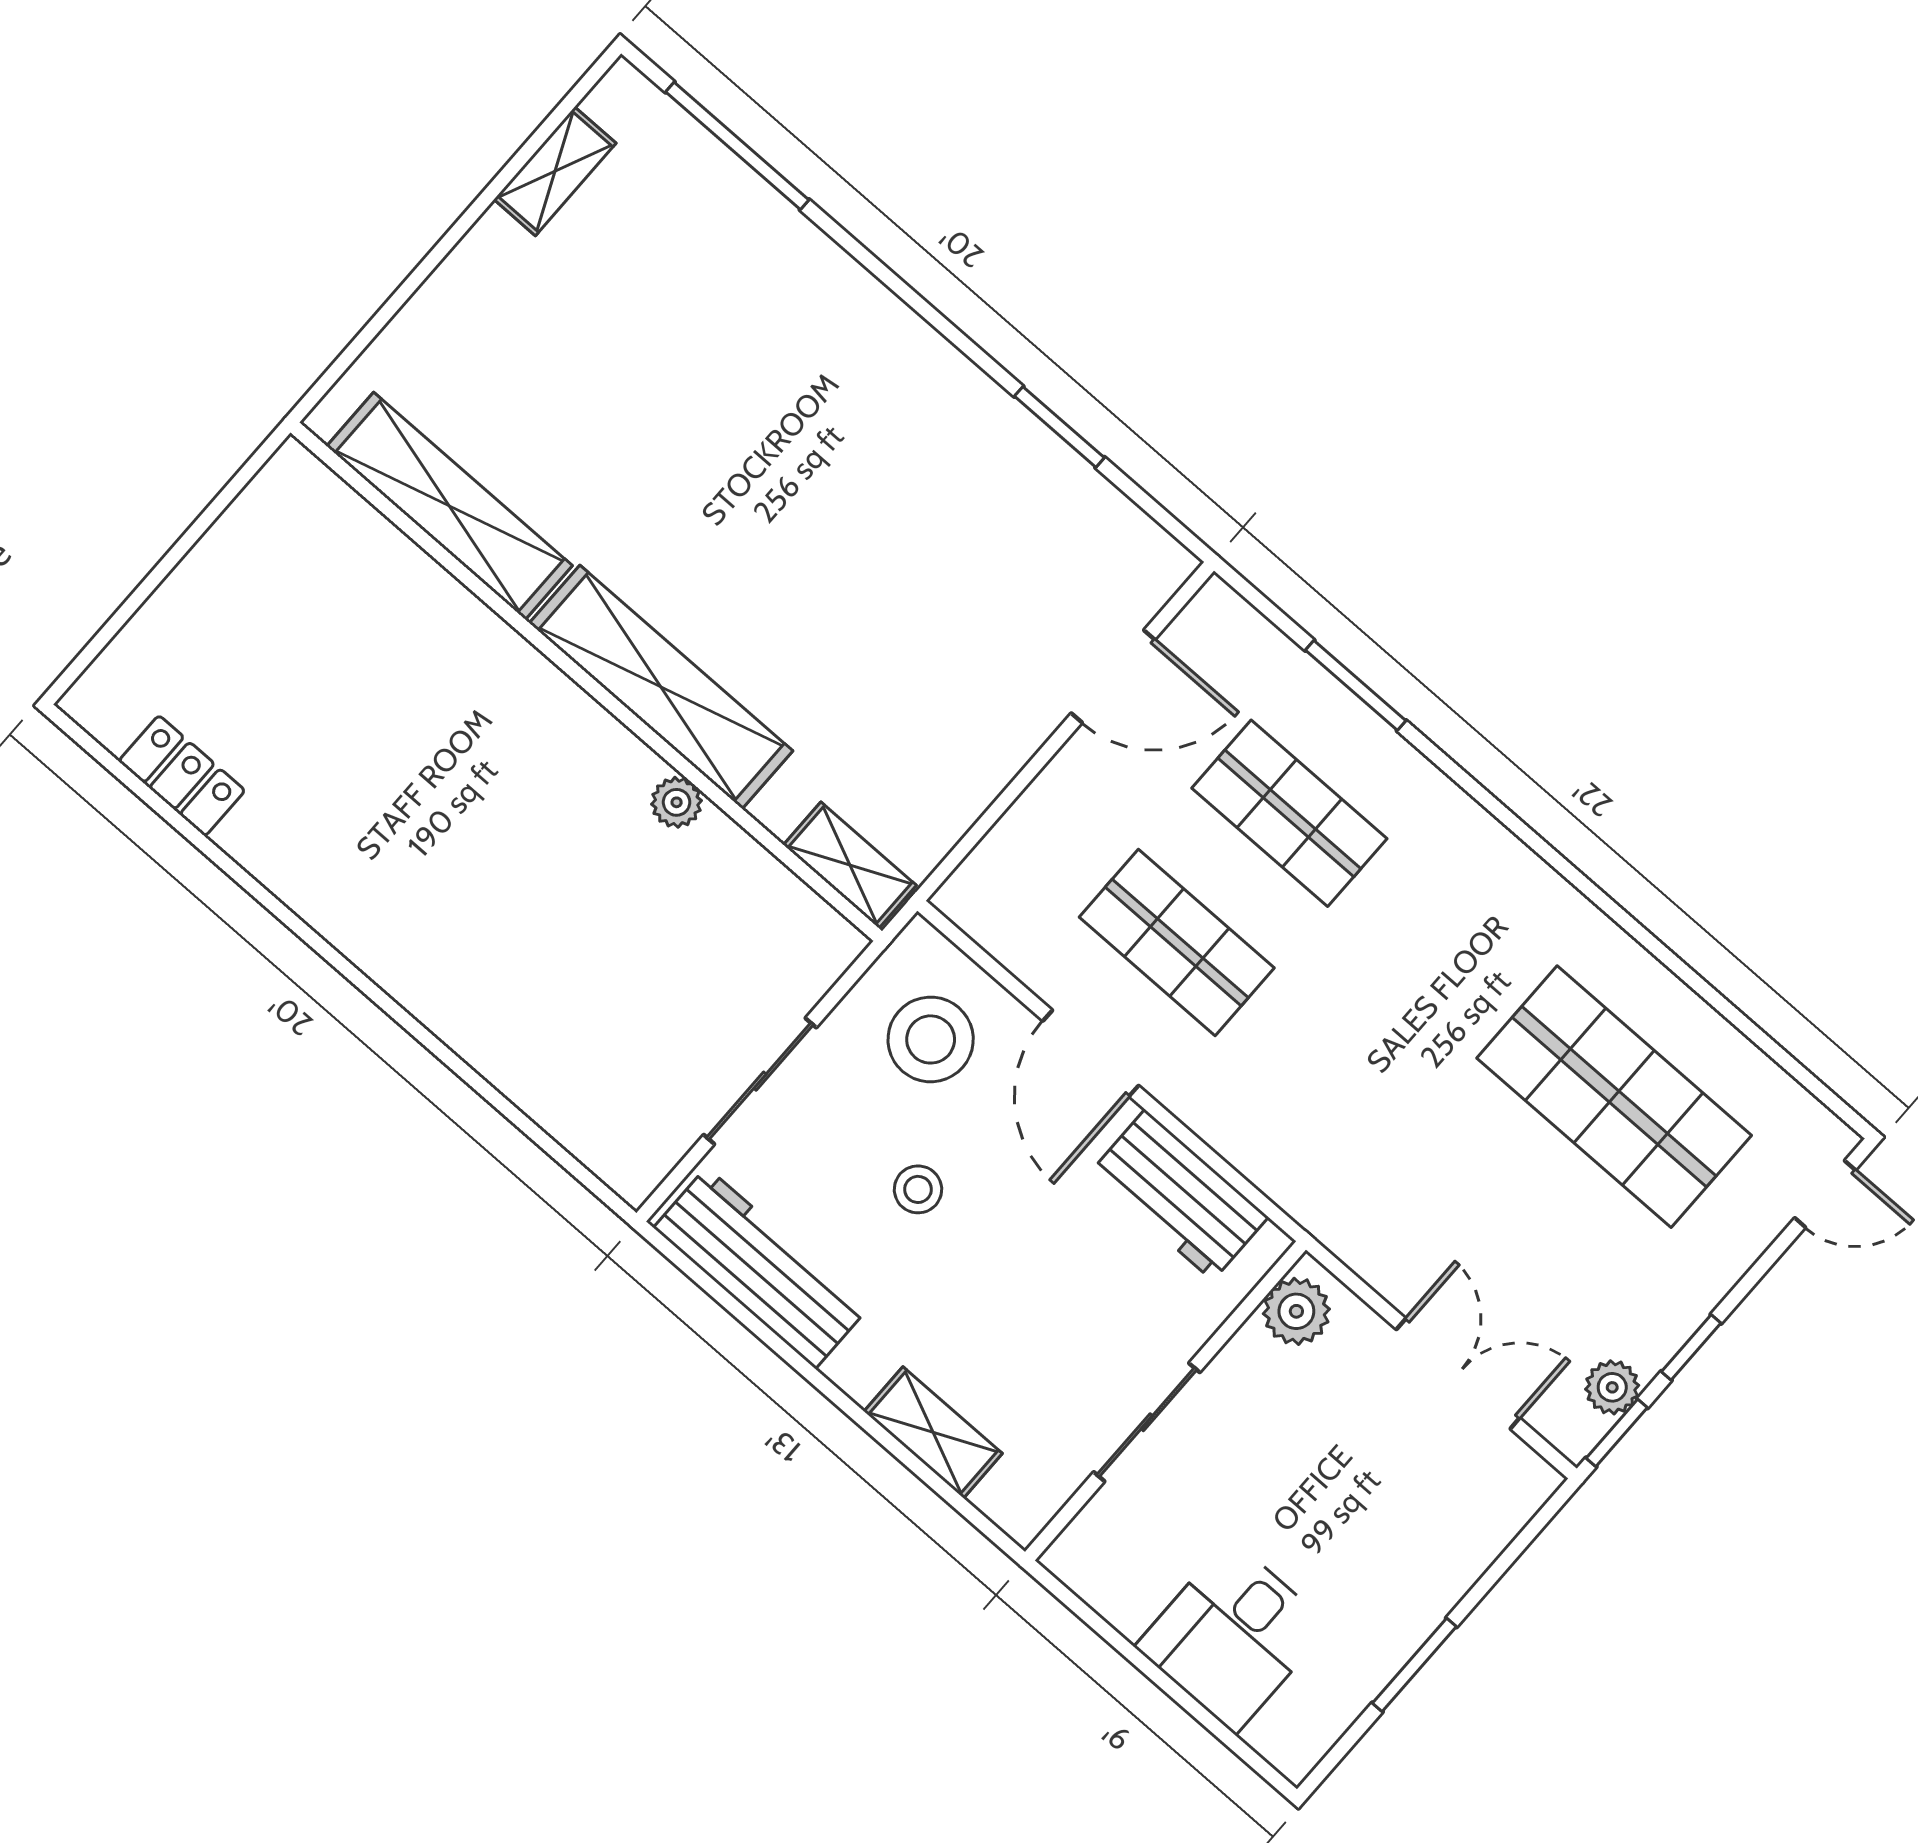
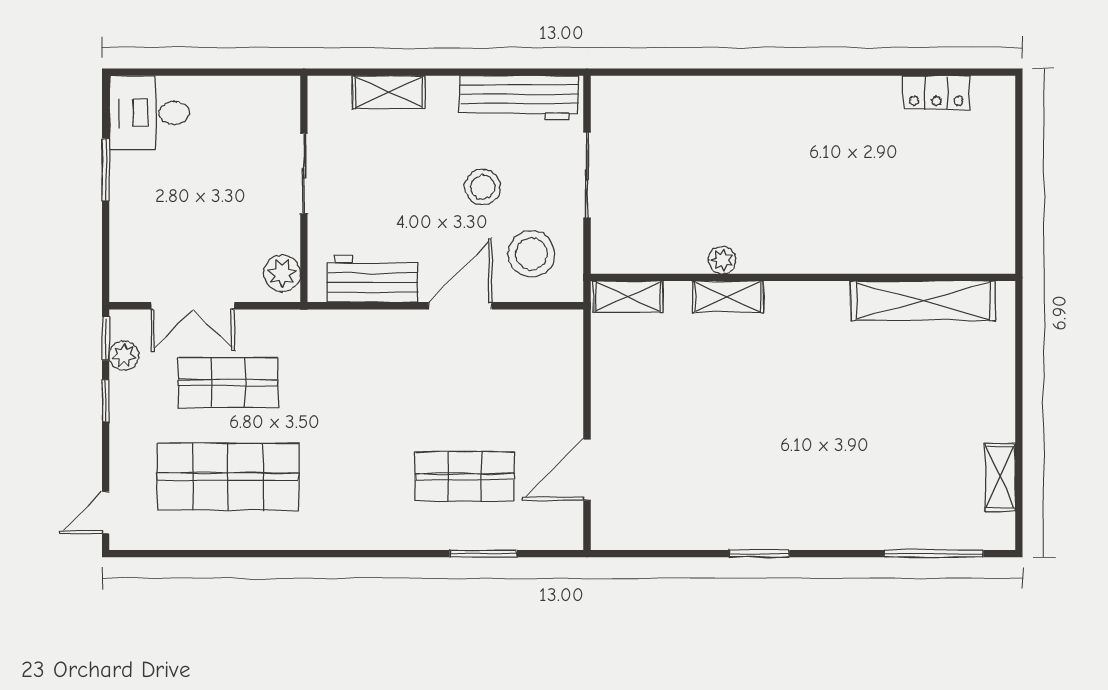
window: (1059, 427) -> (759, 554), moved
shelving: (661, 687) -> (728, 297), width x0.45, depth x0.75
shop shelf: (1177, 942) -> (228, 383), moved
door: (1091, 1053) -> (460, 306), hinge flipped
stool: (918, 1189) -> (483, 187), width x1.37, depth x1.37
desk: (1233, 1636) -> (149, 113), moved, turned -90

